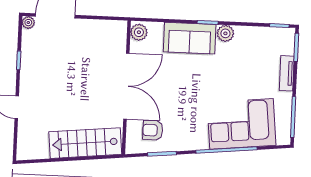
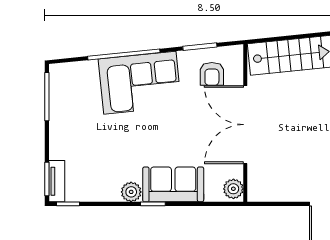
tv unit: (287, 73) -> (57, 181), moved
corner sofa: (242, 124) -> (140, 83), moved
armchair: (153, 130) -> (212, 74), turned 90

